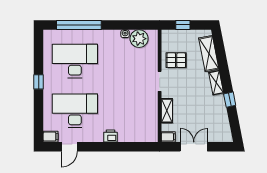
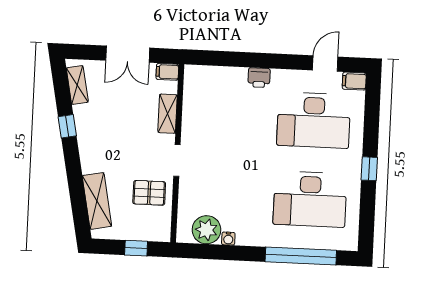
shelving: (216, 83) -> (77, 85), moved

